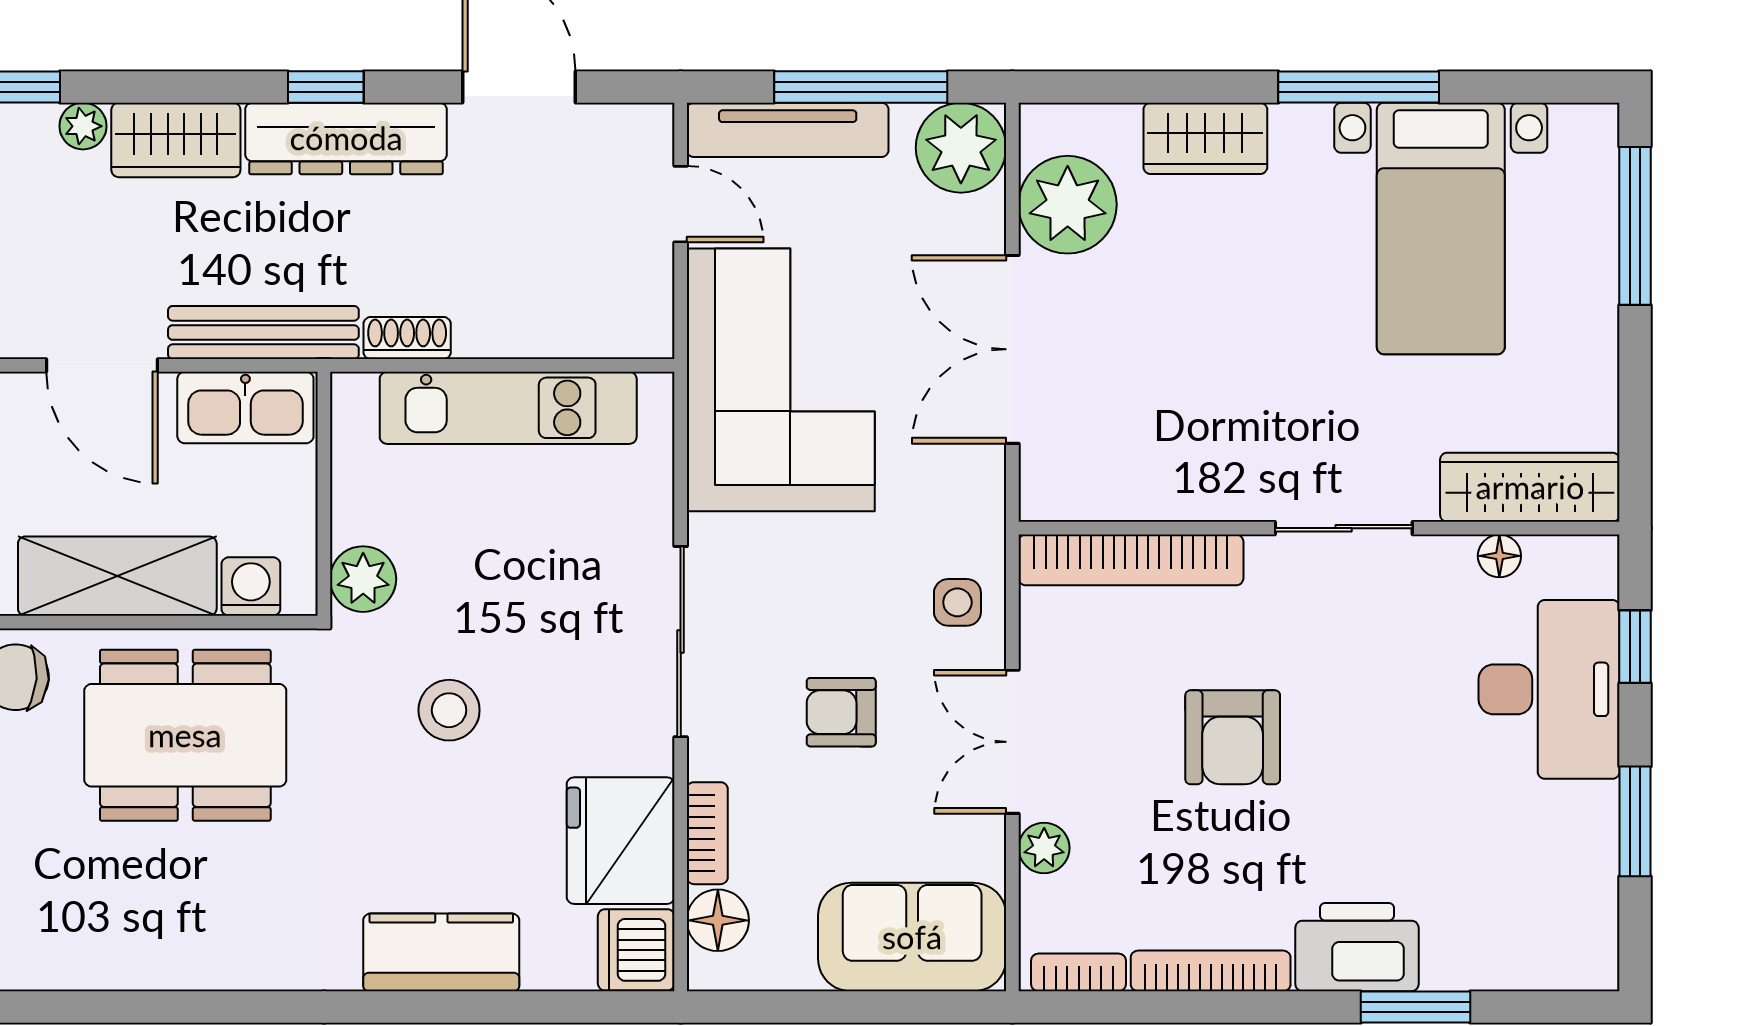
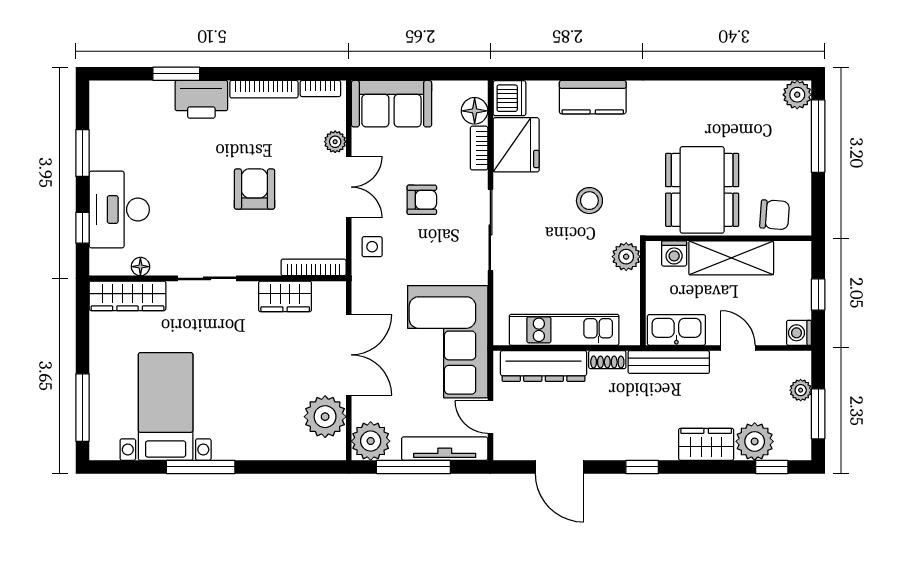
plant: (83, 126) -> (755, 441), width x1.87, depth x1.87
dresser: (346, 138) -> (544, 366), moved, turned 180
wardrobe: (1205, 138) -> (285, 296), moved, turned 180
door: (102, 365) -> (738, 348), width x0.73
bookcase: (1131, 560) -> (314, 267), width x0.68, depth x0.76
dining table: (185, 735) -> (702, 190), turned 90

